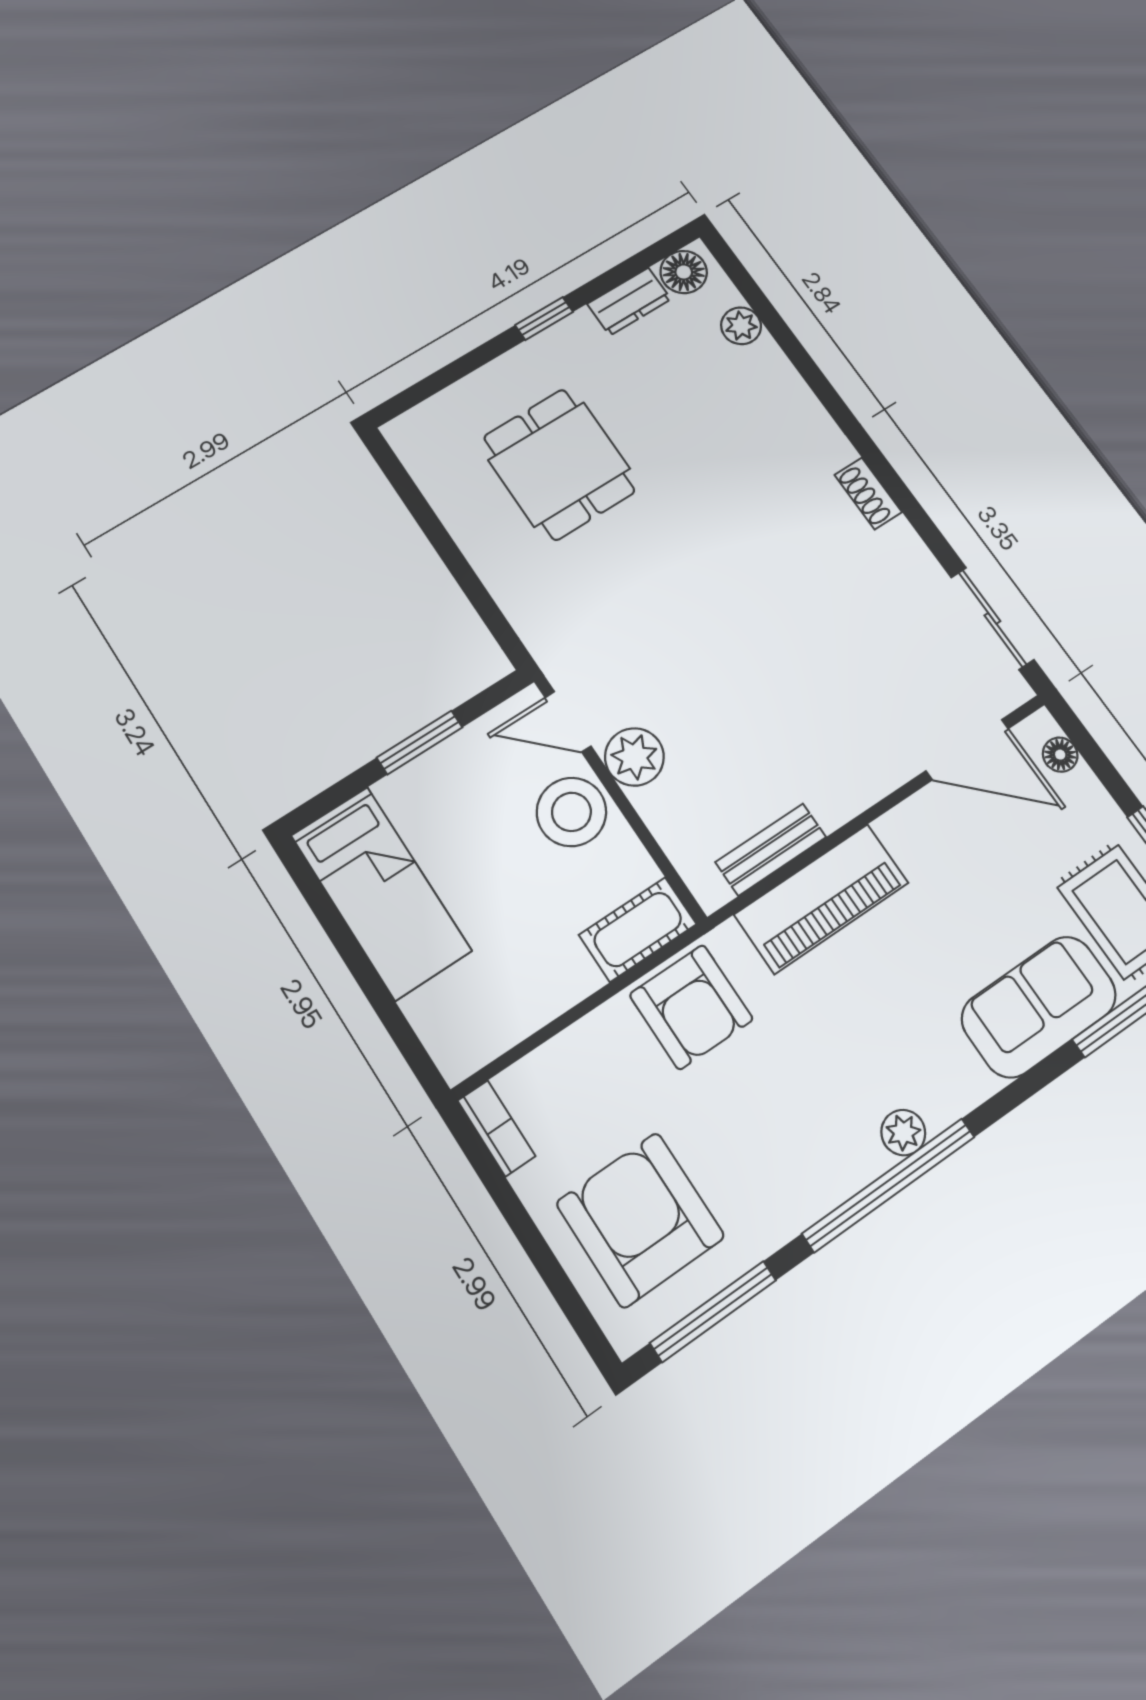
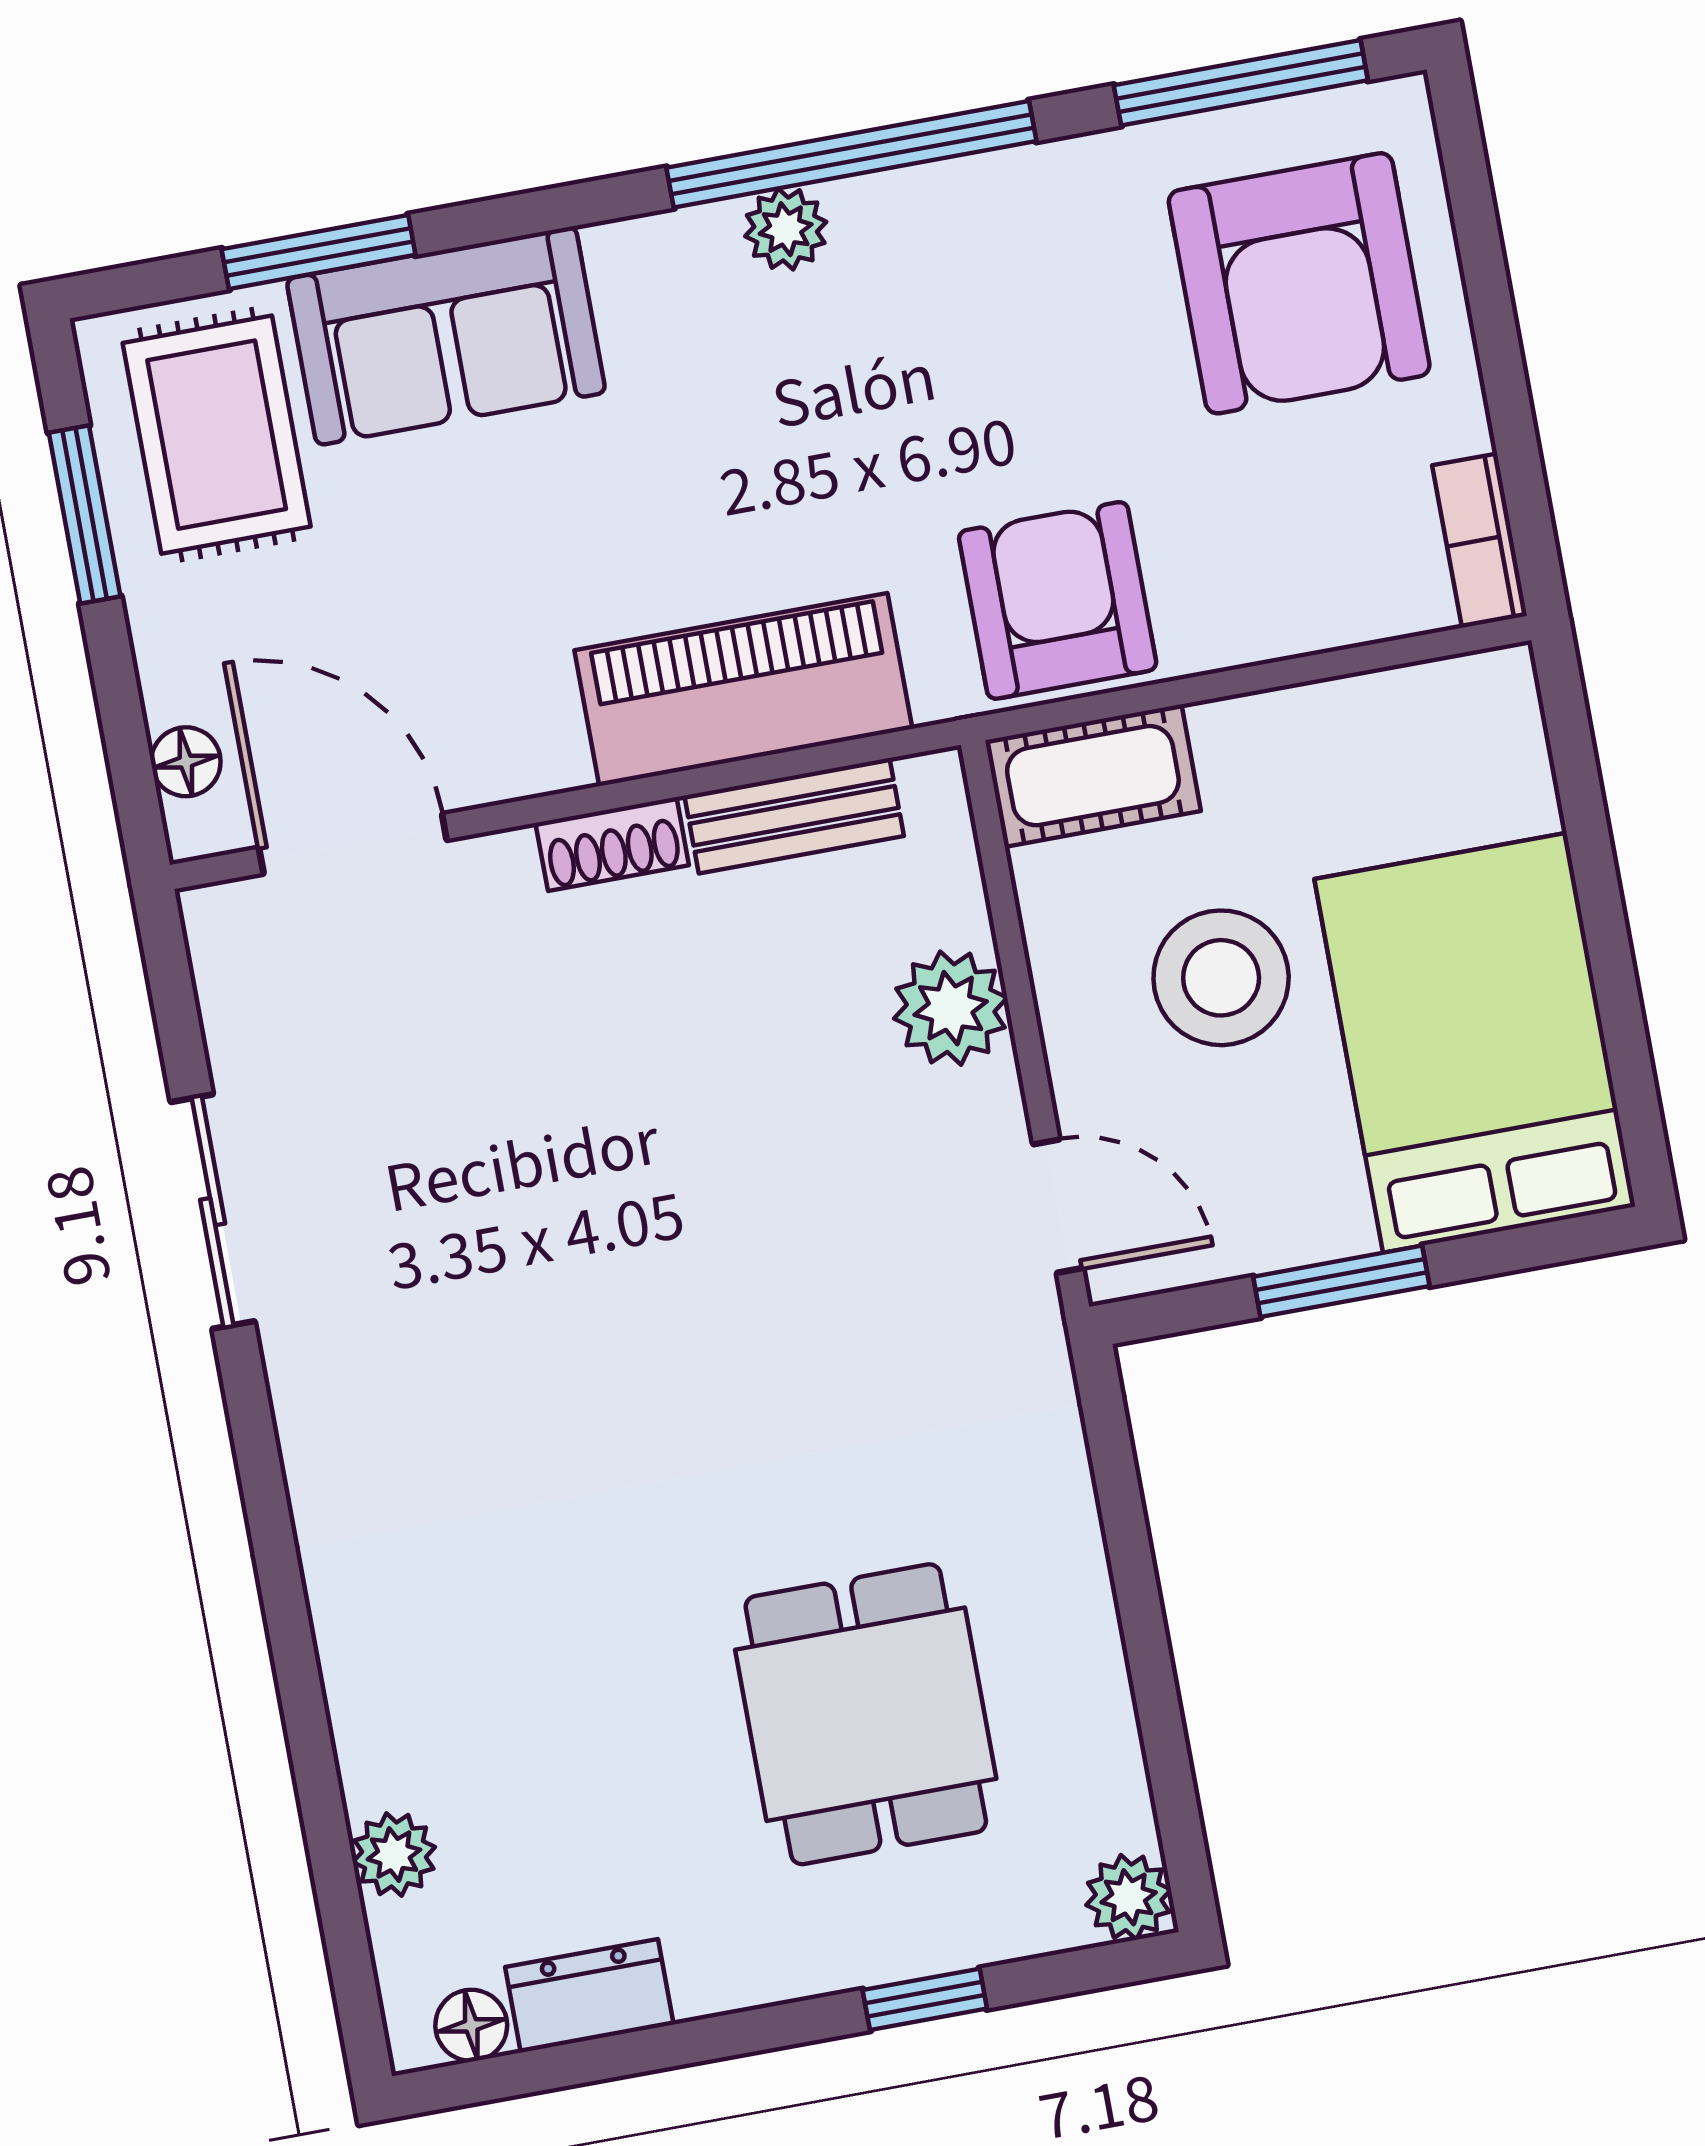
floor lamp: (684, 272) -> (471, 2025), width x0.73, depth x0.73
window: (544, 319) -> (925, 1999), moved
plant: (406, 433) -> (1129, 1897), added
shoe rack: (868, 493) -> (612, 844), moved, turned 90
sliding door: (992, 618) -> (213, 1212), moved
plant: (634, 757) -> (951, 1008), moved
stool: (571, 812) -> (1221, 978), moved
bed: (381, 893) -> (1475, 1043), width x1.50

